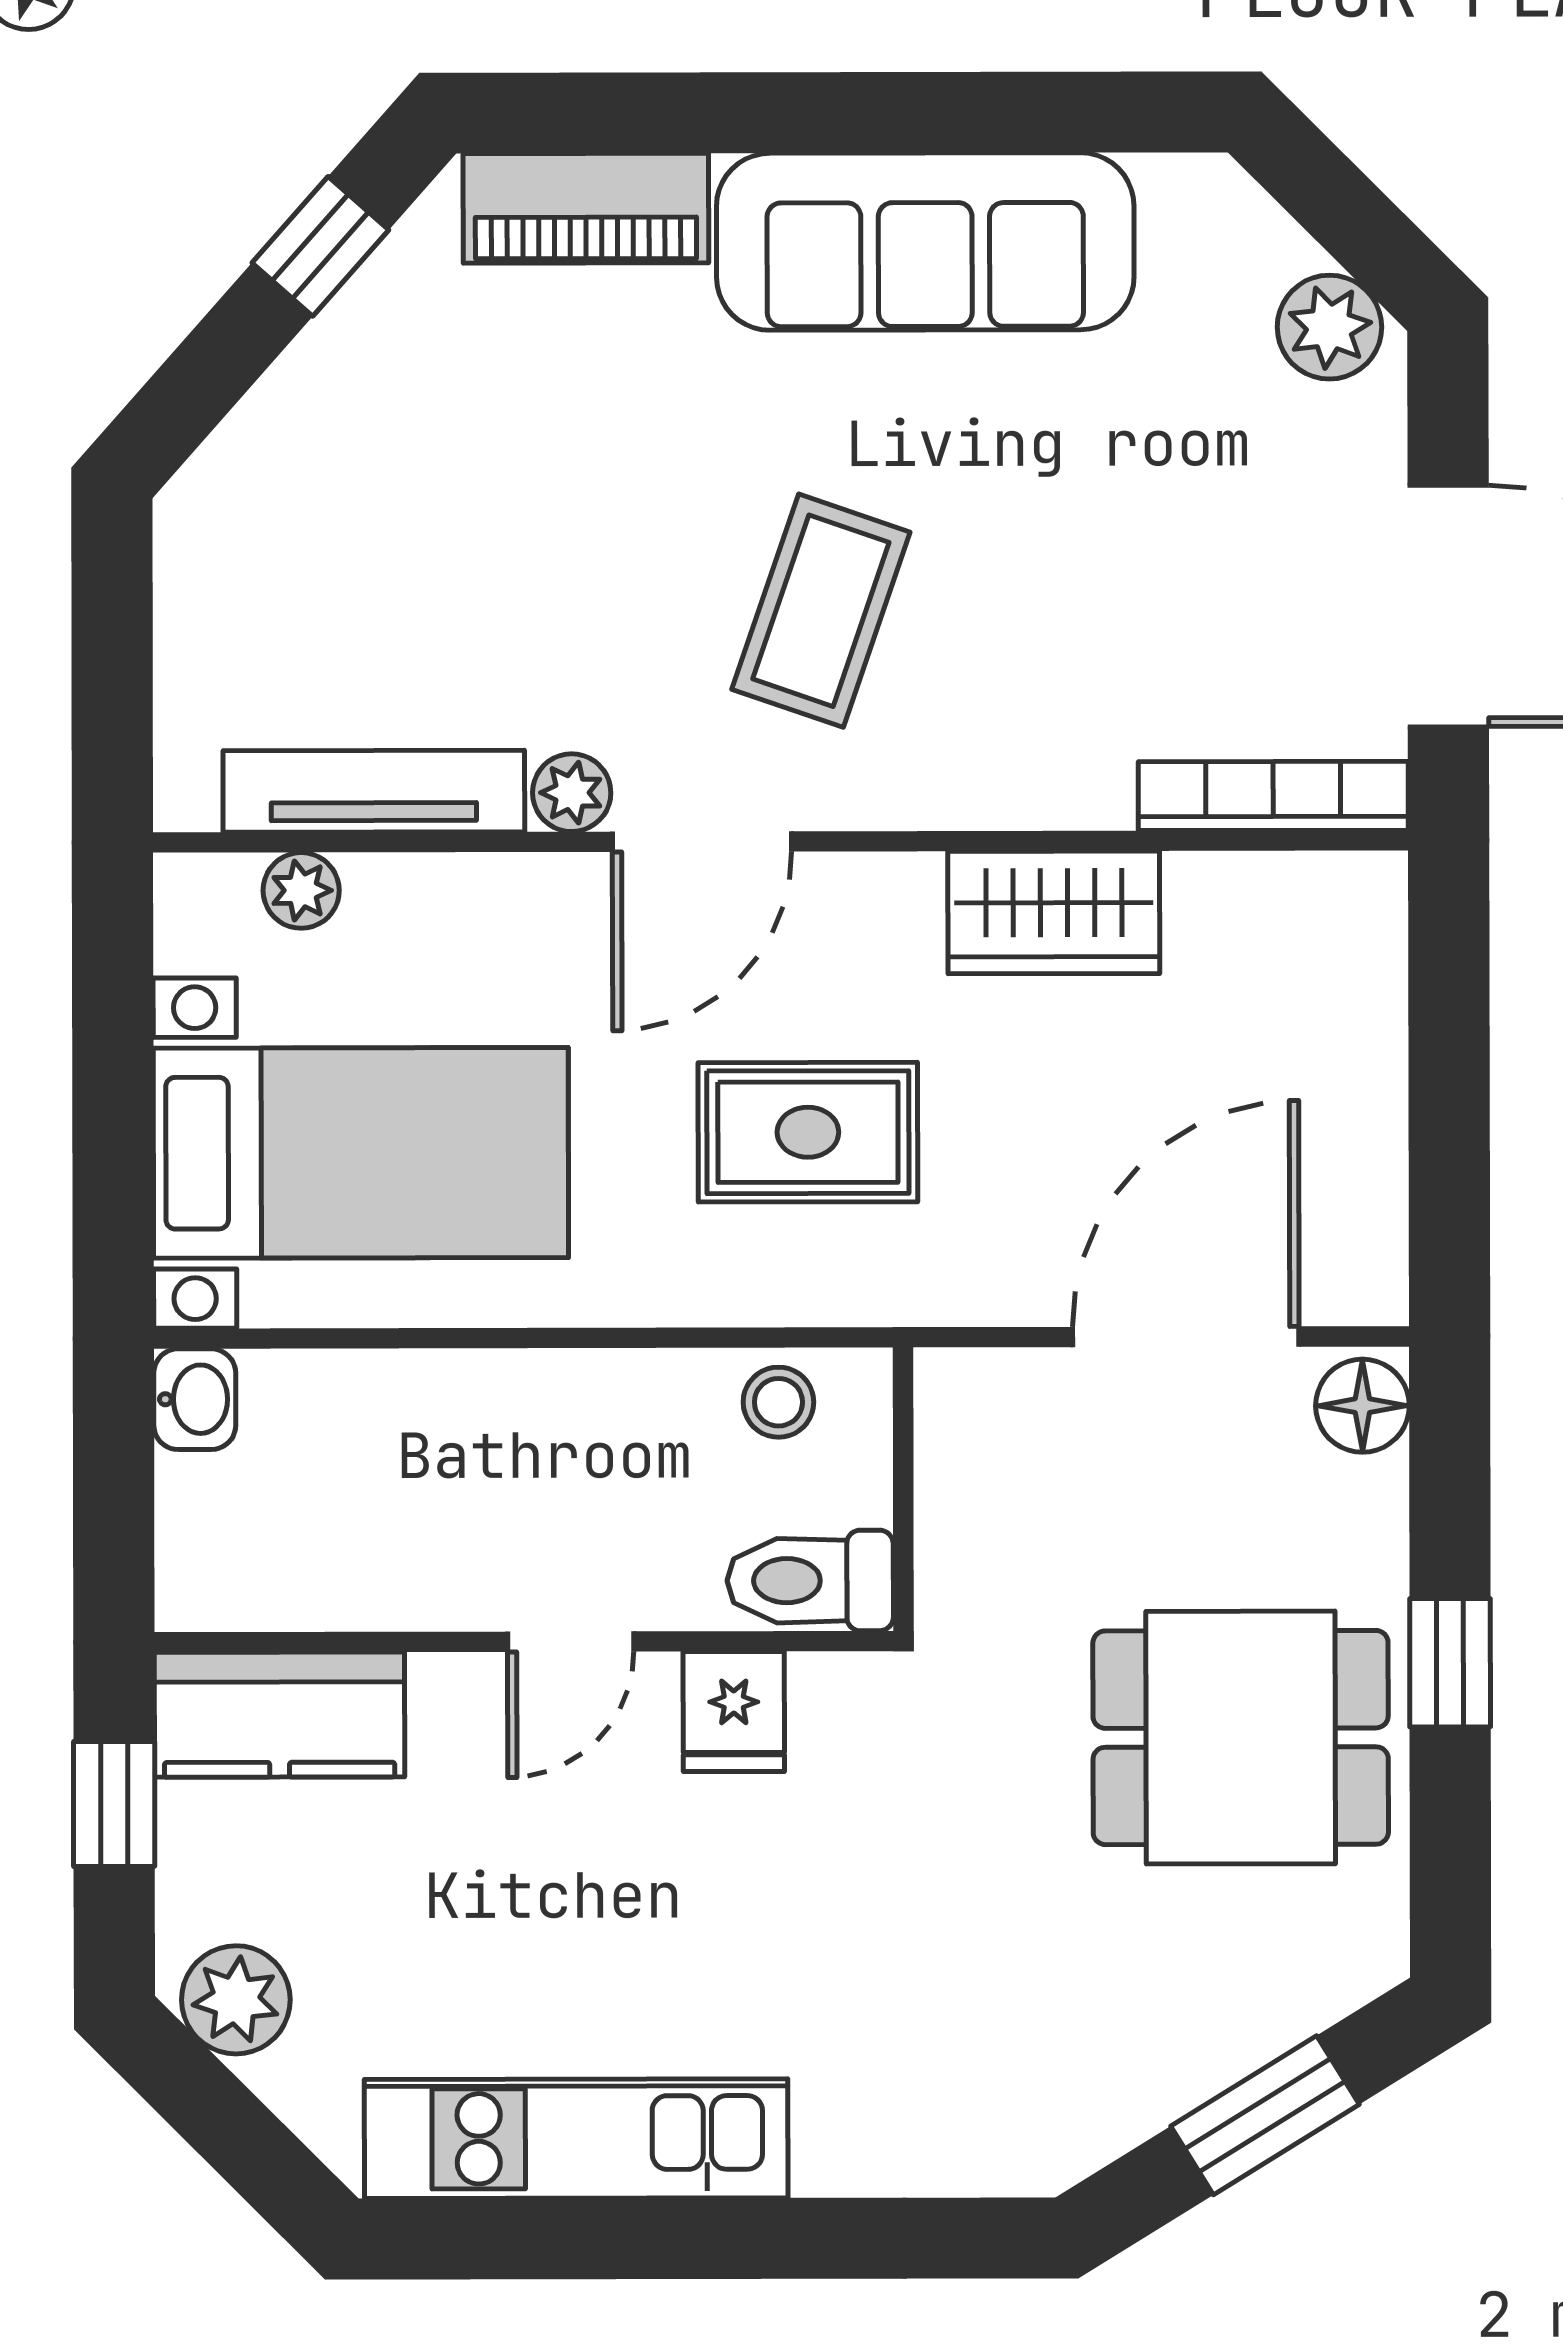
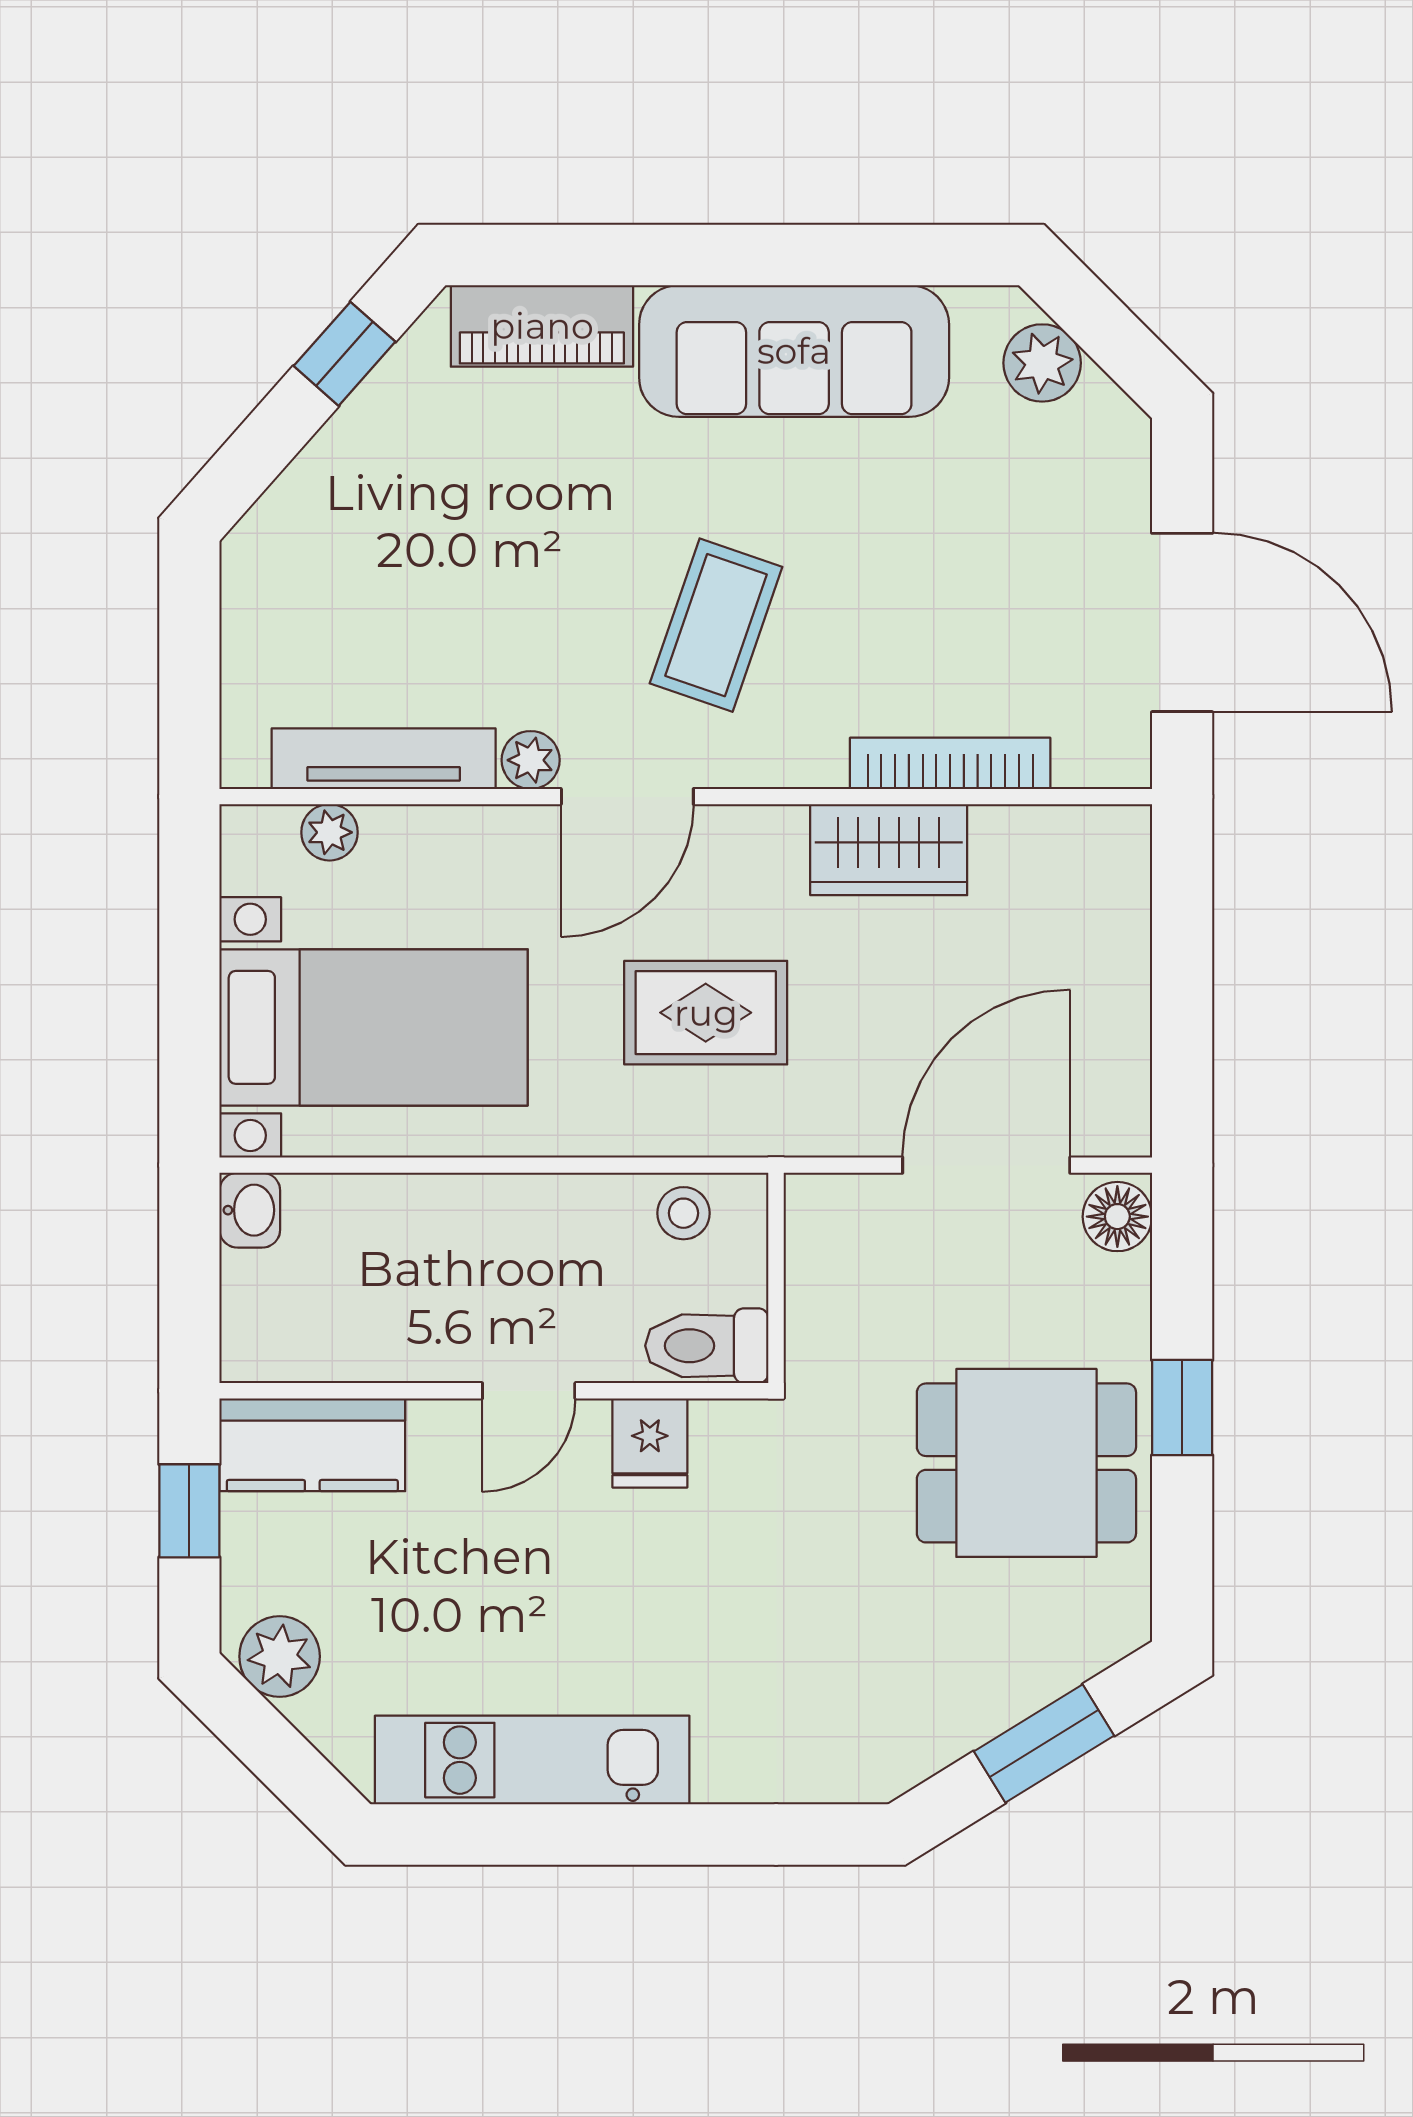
plant: (1329, 327) -> (1042, 363), moved
bookcase: (1273, 796) -> (950, 763), moved

